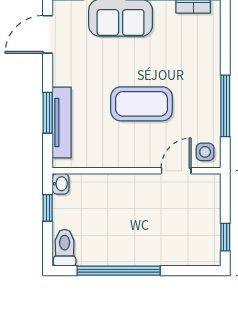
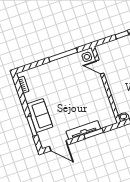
coffee table: (142, 104) -> (75, 93), removed
tv unit: (62, 122) -> (83, 130), moved

